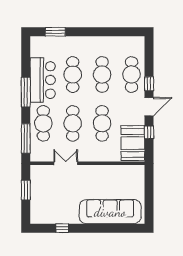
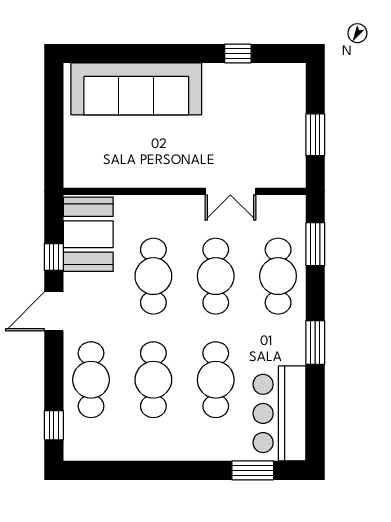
bar counter: (43, 80) -> (279, 413), moved
window: (149, 84) -> (54, 425), moved
window: (26, 92) -> (315, 343), width x0.69
window: (26, 138) -> (315, 244), width x0.69

